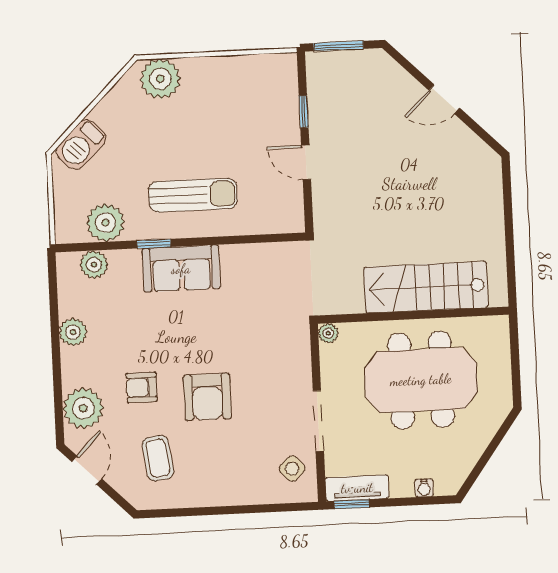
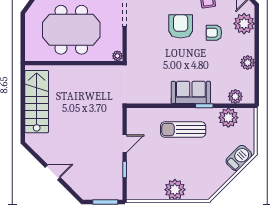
plant: (160, 79) -> (175, 190), moved
door: (306, 162) -> (125, 144), hinge flipped
stairs: (426, 287) -> (37, 102), moved, turned -90
armchair: (142, 387) -> (214, 33), turned 180

